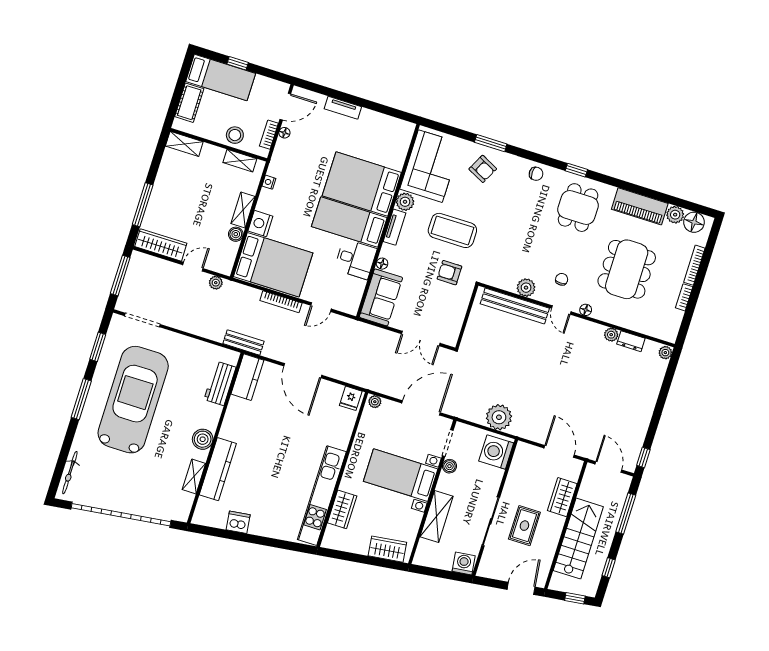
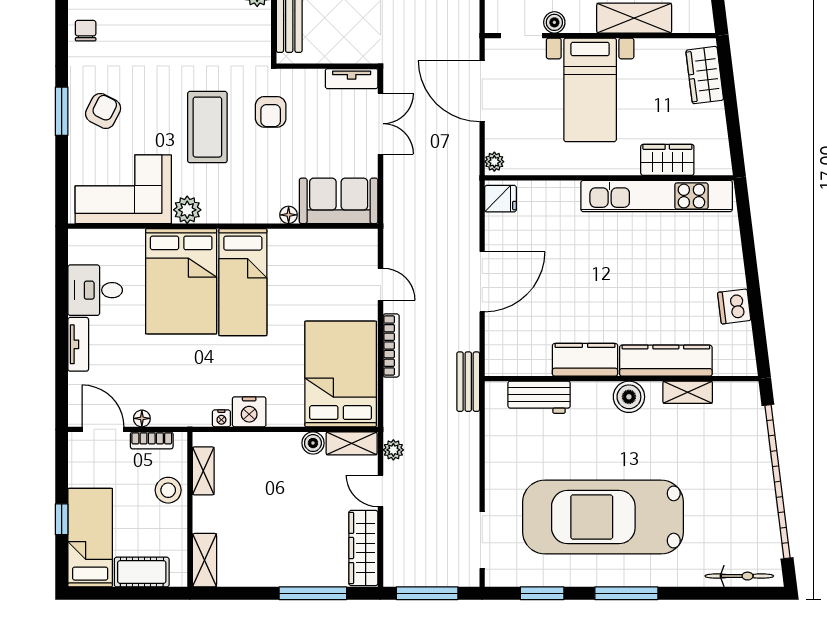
shelving: (243, 210) -> (352, 443), moved
nightstand: (260, 224) -> (249, 412), moved
tv unit: (394, 227) -> (352, 79), moved, turned 180
desk: (356, 259) -> (95, 290), moved, turned -90
kitchen counter: (247, 377) -> (585, 360), moved

